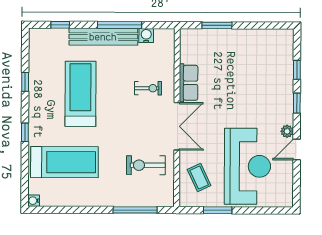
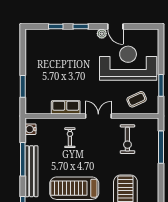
water cooler: (146, 35) -> (30, 129), moved
double door: (177, 126) -> (98, 116), width x0.73

